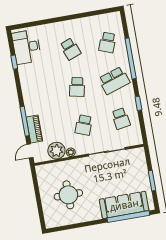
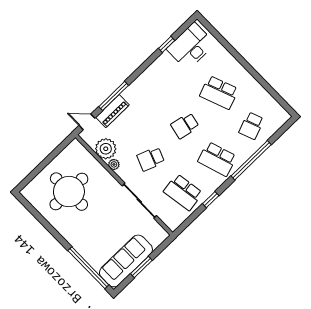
school desk: (107, 42) -> (251, 126), turned -42
school desk: (70, 49) -> (219, 92), width x1.85
school desk: (121, 119) -> (183, 192), width x1.85
round table: (68, 195) -> (69, 192), width x1.36, depth x1.36
sofa: (124, 205) -> (126, 261), moved, turned -90

